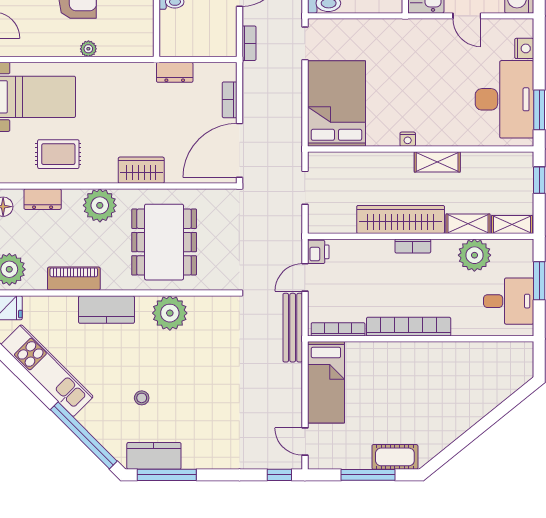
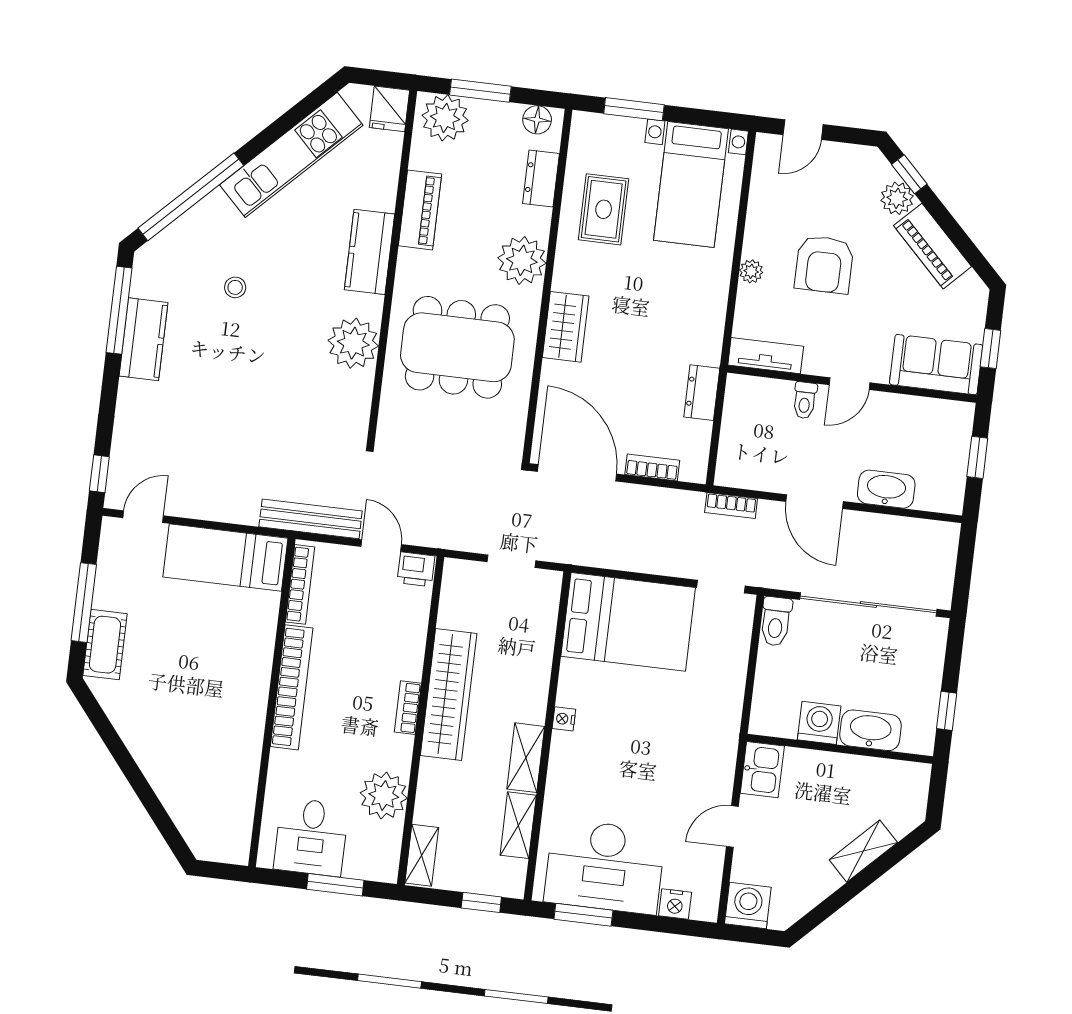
tv unit: (144, 32) -> (766, 356), added
shelving: (468, 224) -> (518, 825), moved
kitchen counter: (154, 456) -> (143, 339), moved

